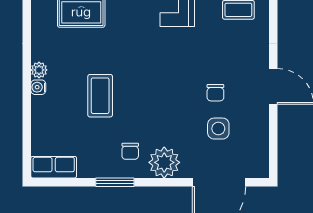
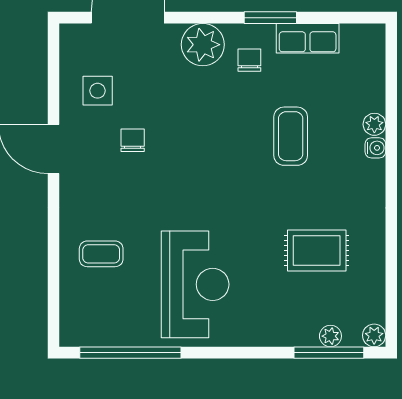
plant: (39, 70) -> (374, 124), moved
side table: (218, 129) -> (98, 91), moved
row of seats: (54, 167) -> (308, 38), moved

